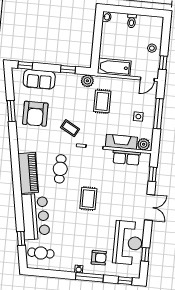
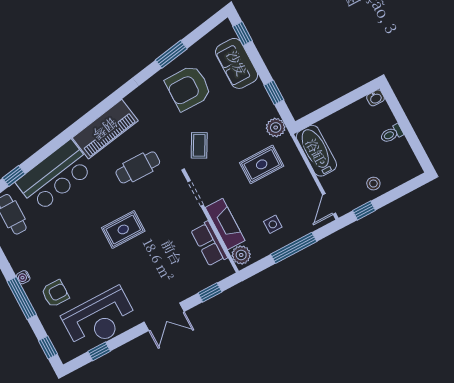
door: (147, 79) -> (329, 204), hinge flipped
armchair: (99, 258) -> (55, 294), turned -90

